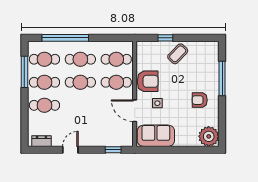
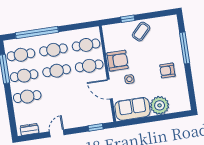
plant: (209, 136) -> (160, 105), moved

